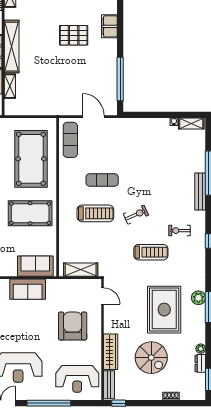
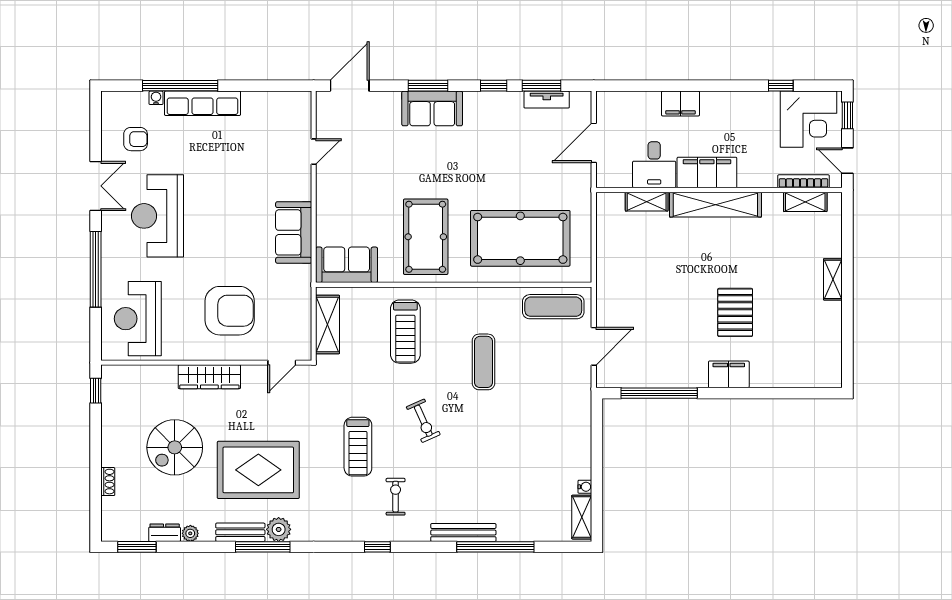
filing cabinet: (109, 26) -> (729, 374), moved
treadmill: (95, 213) -> (405, 332), moved
sofa: (35, 266) -> (347, 265), moved, turned -90
wardrobe: (111, 352) -> (209, 377), moved
bench: (109, 385) -> (240, 532), moved

